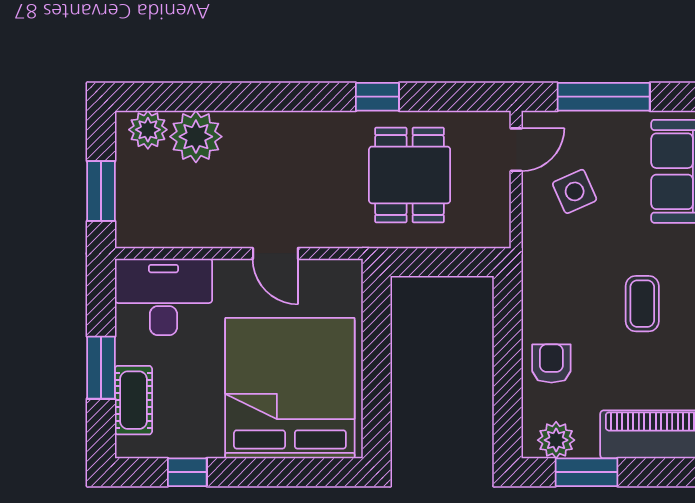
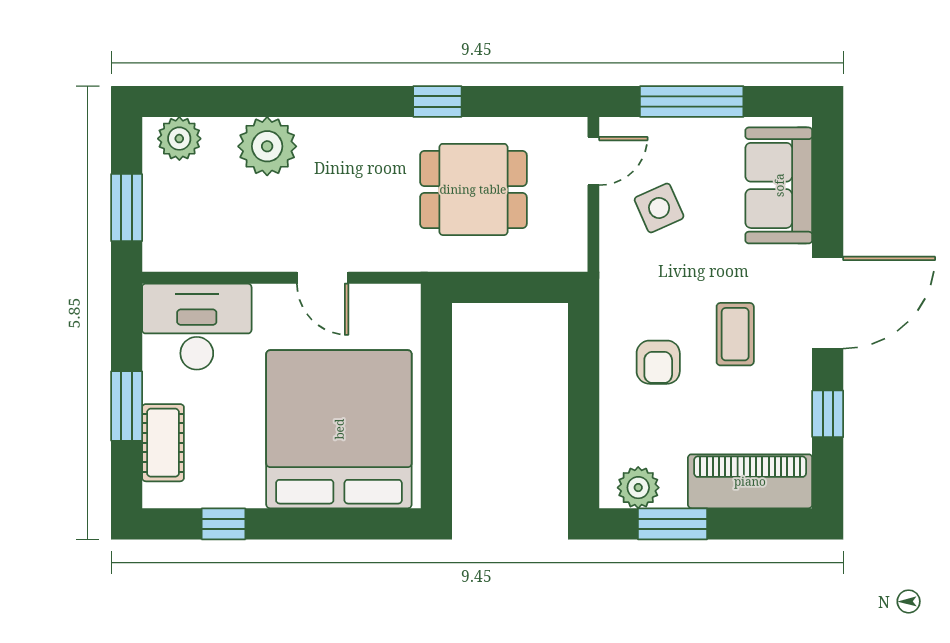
plant: (196, 137) -> (267, 146), moved
dining table: (410, 175) -> (473, 189), turned 90
armchair: (551, 363) -> (658, 362), moved, turned 180

